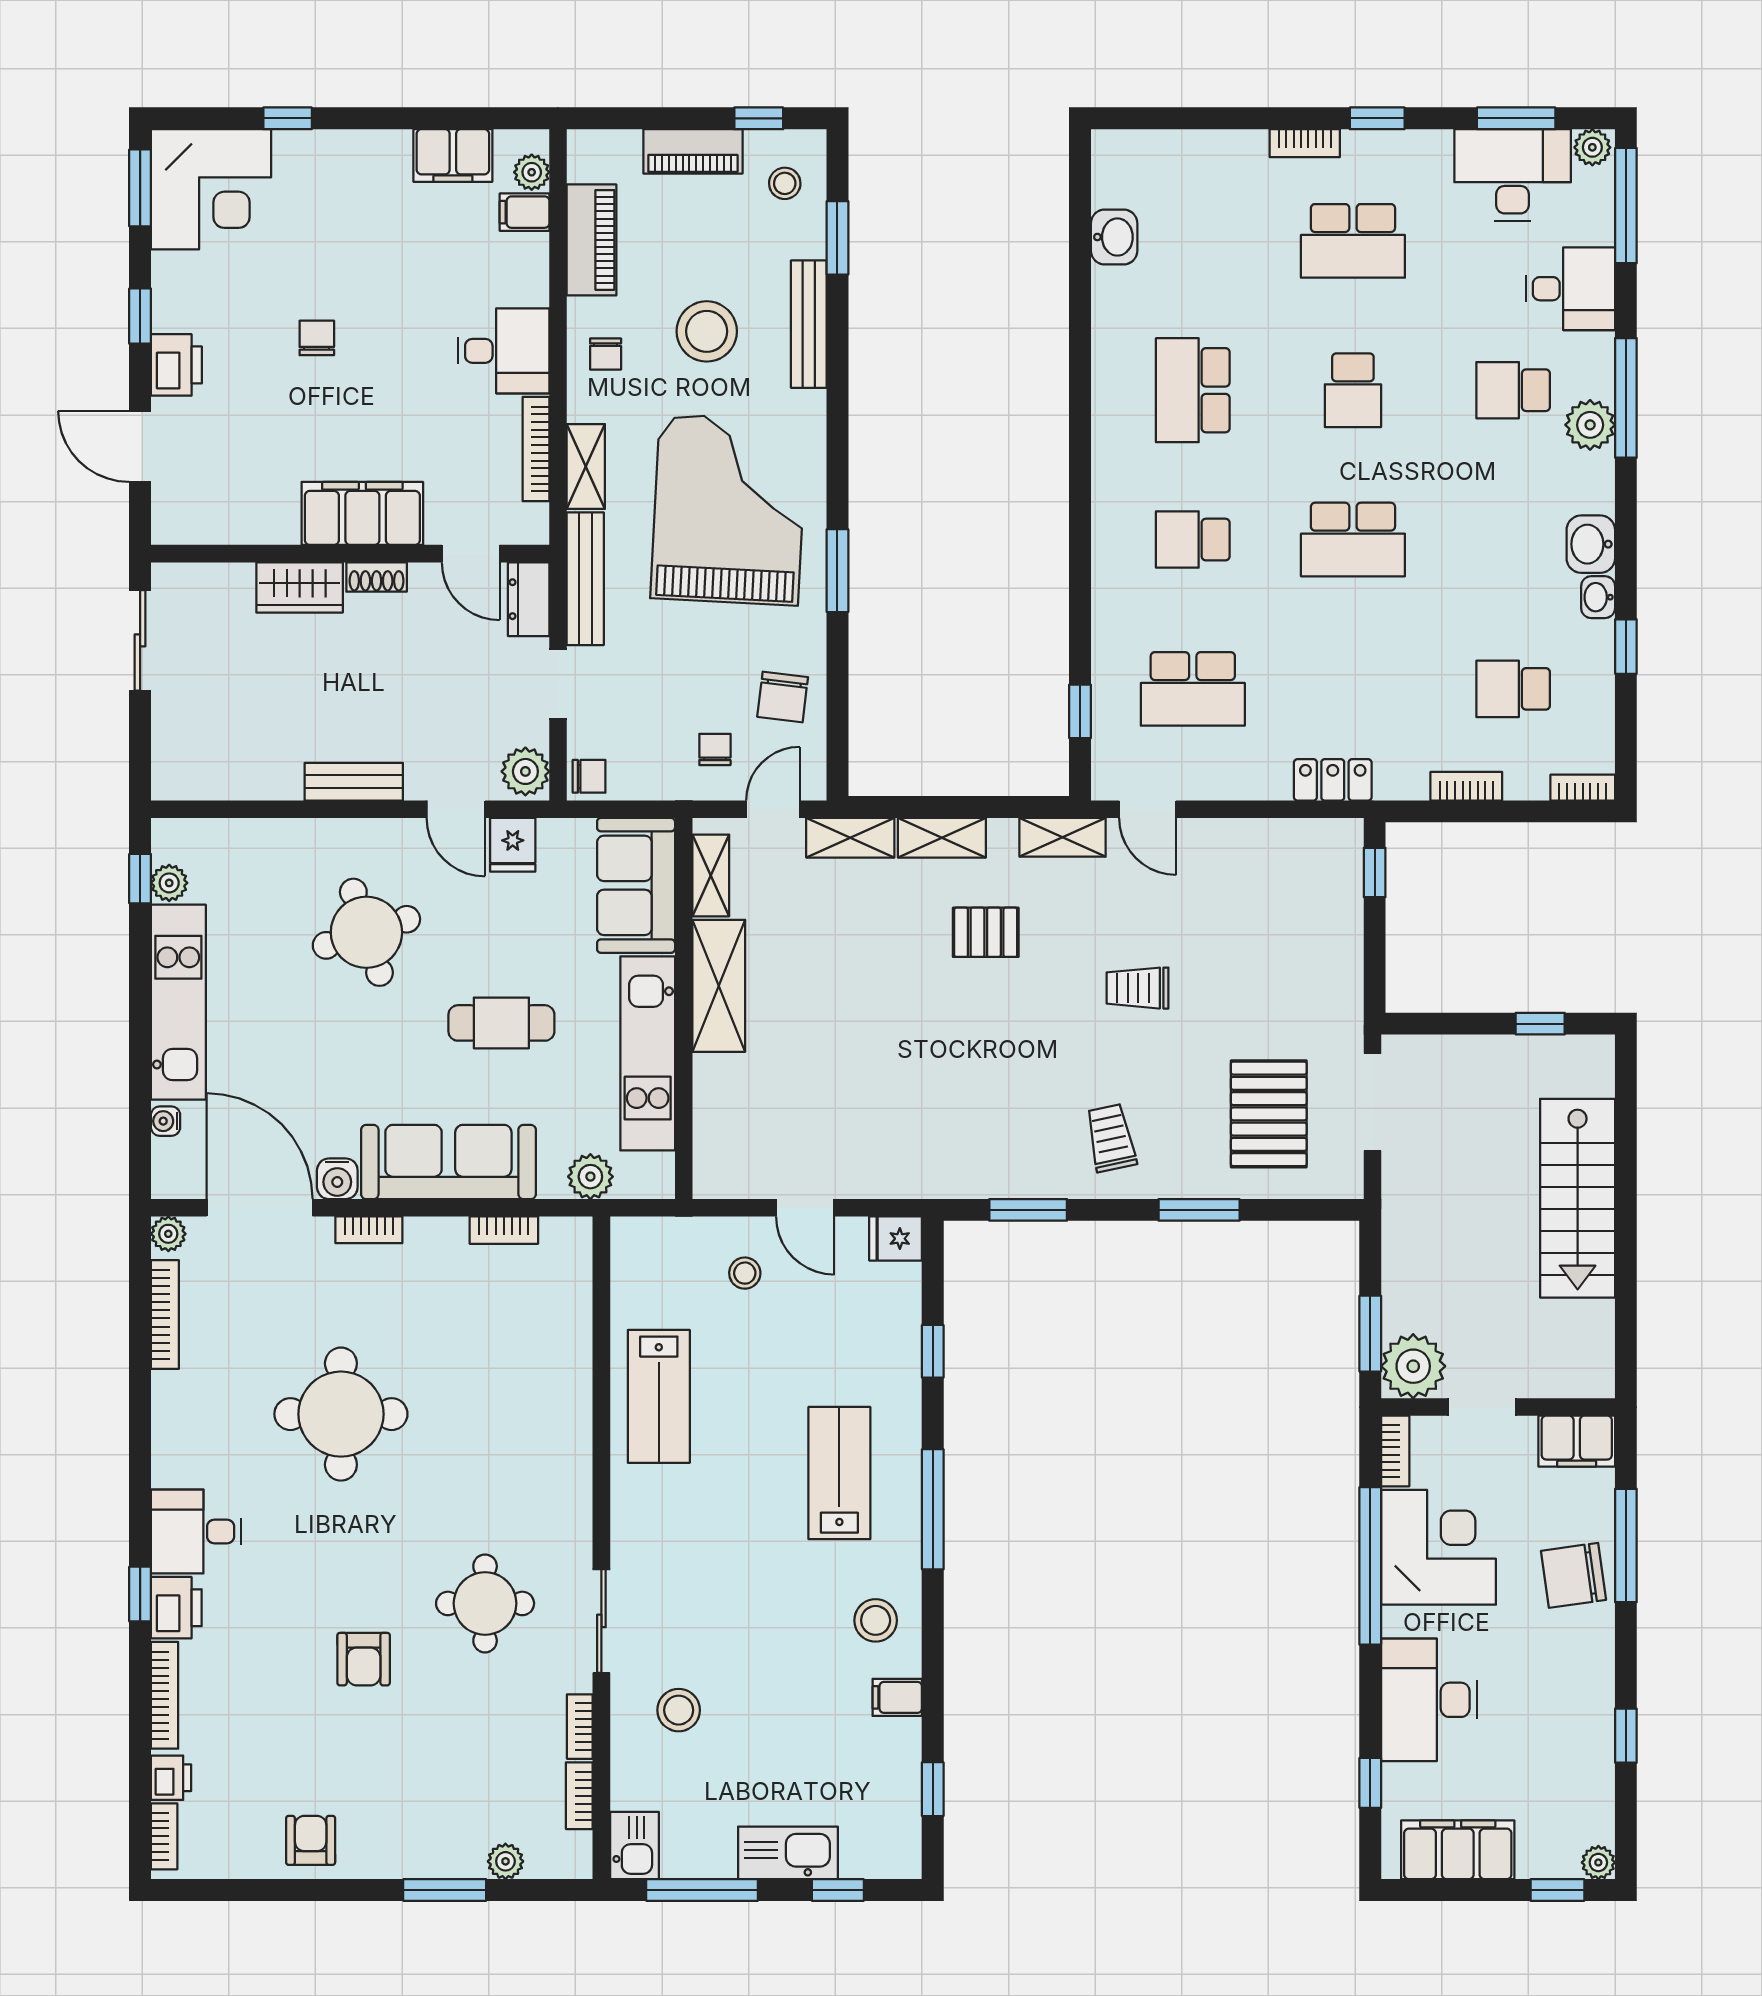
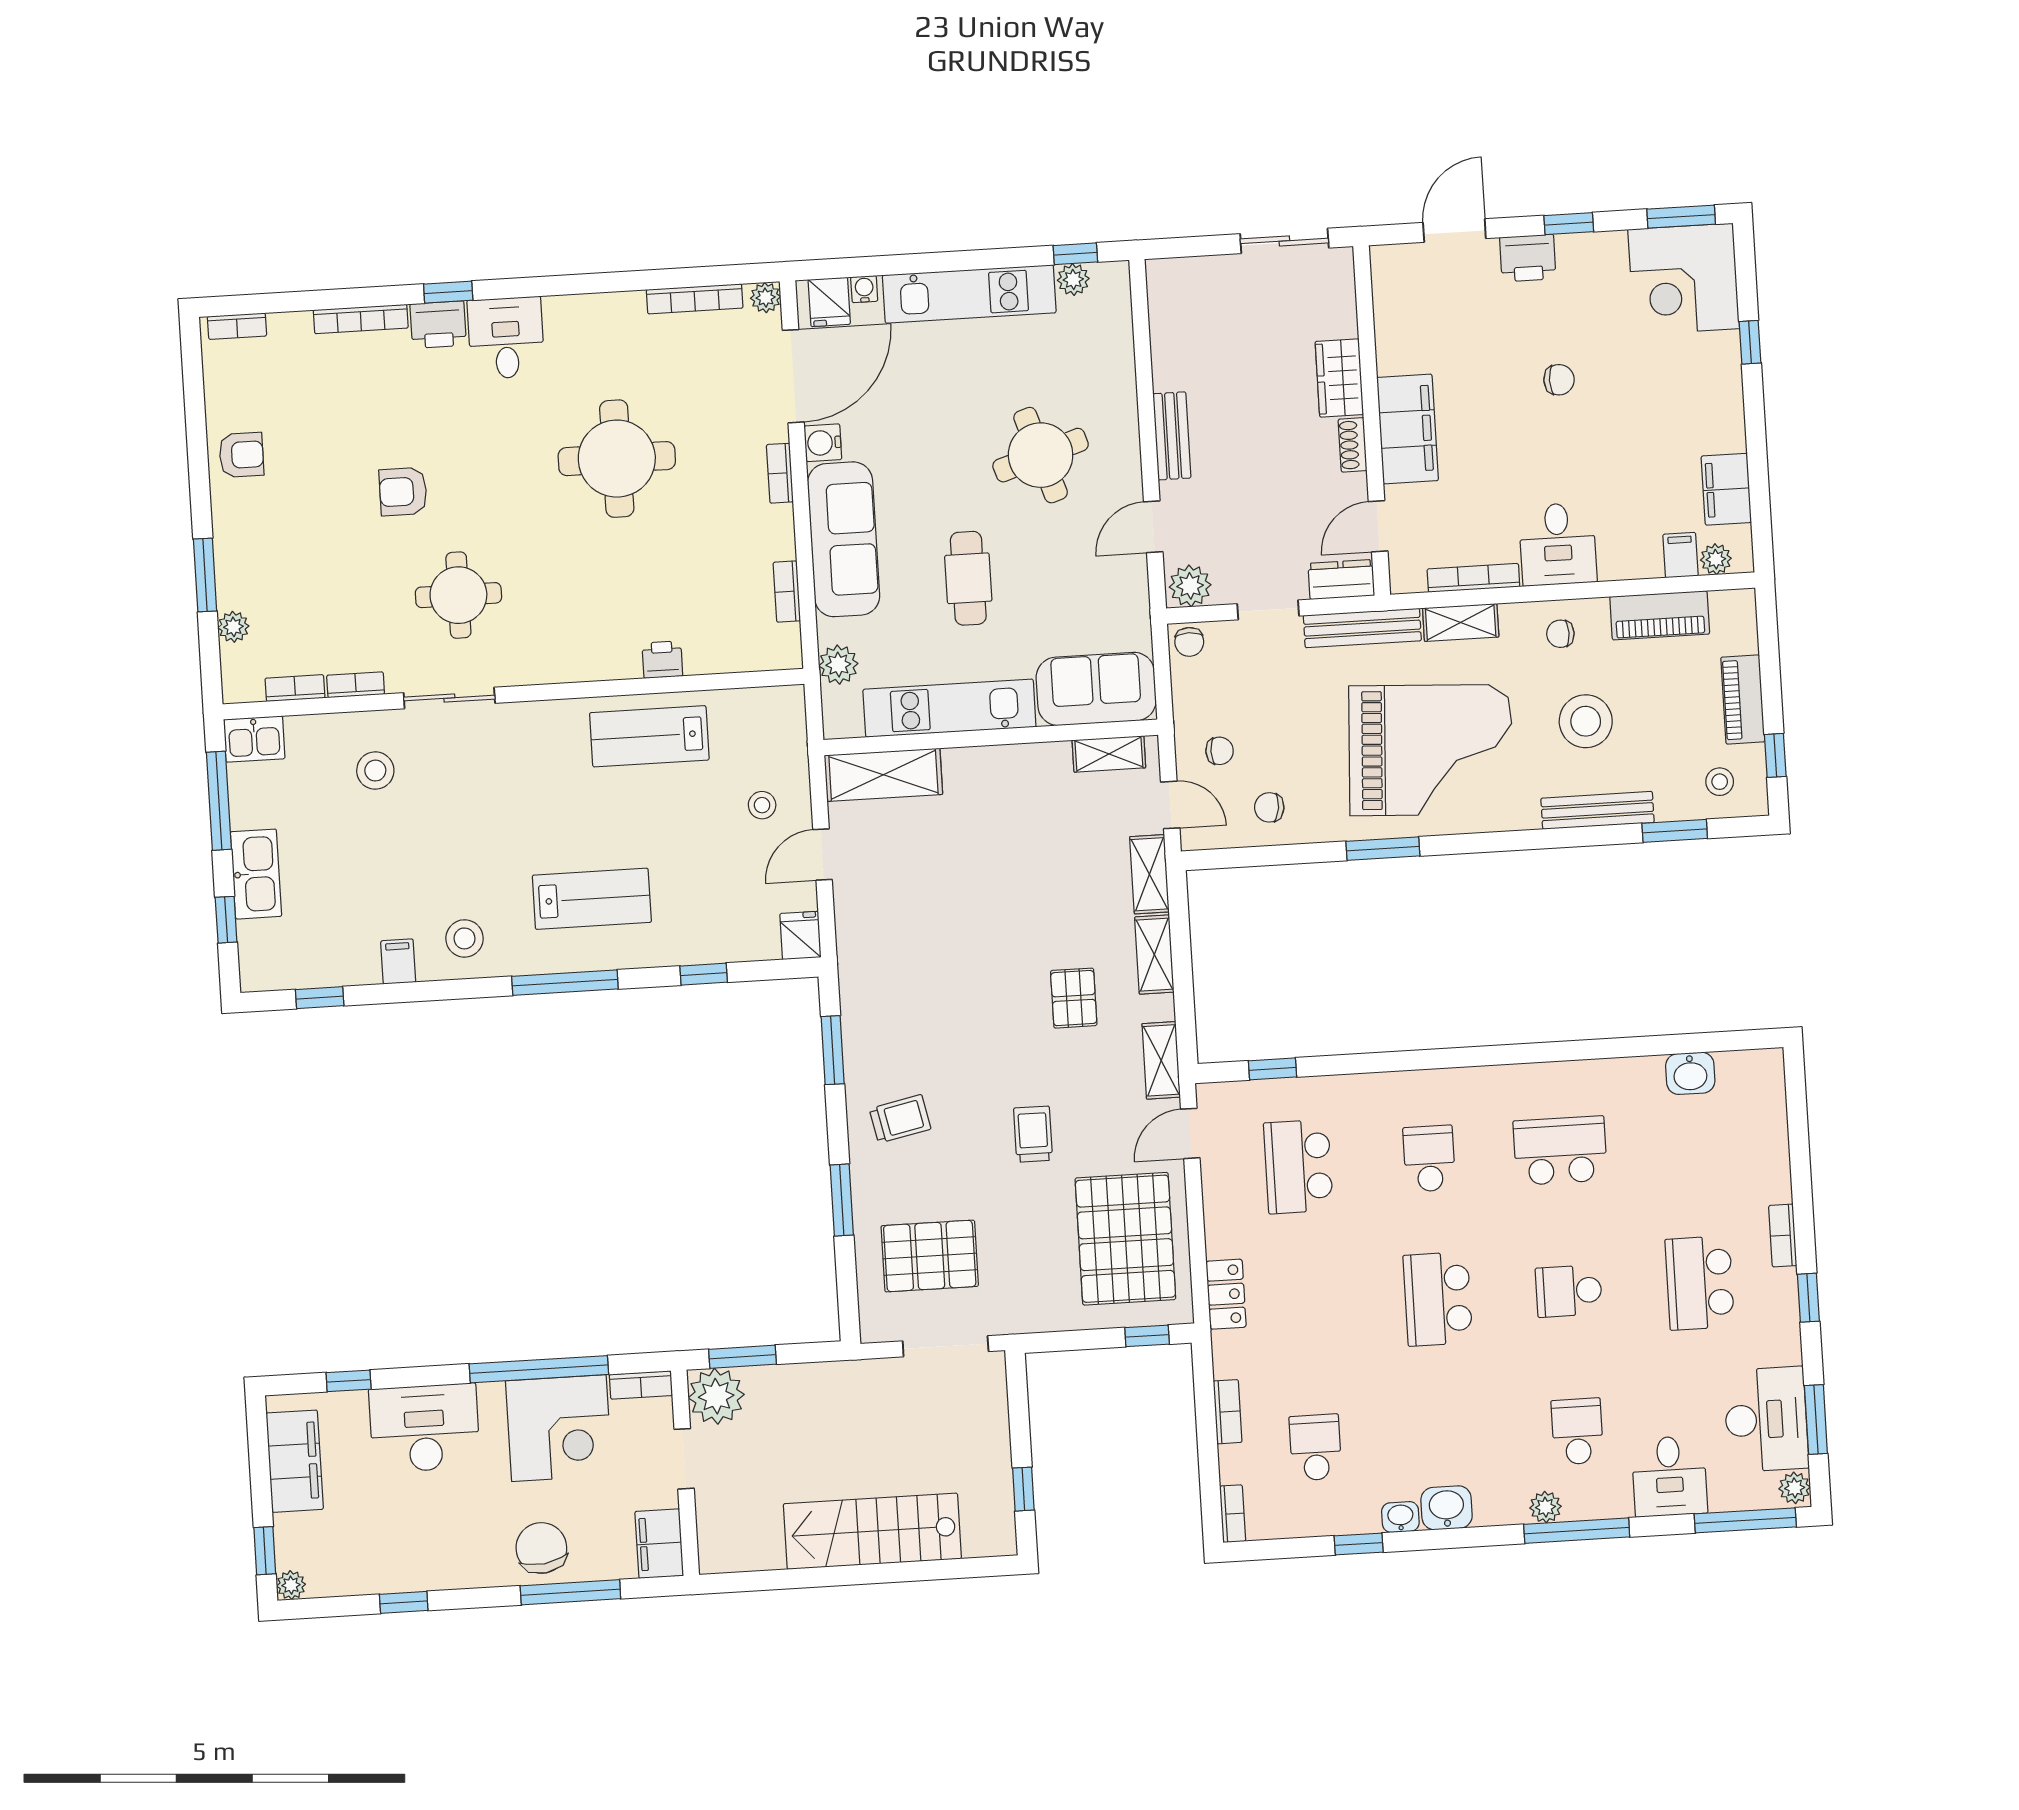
plant: (1590, 425) -> (1545, 1507), width x0.73, depth x0.73
chair: (783, 697) -> (1269, 807), width x0.73, depth x0.73
fridge: (513, 845) -> (829, 302), moved, turned -90
pallet: (1263, 890) -> (1125, 1239), added
shelving: (719, 986) -> (883, 775), moved
printer: (171, 1778) -> (662, 660), moved, turned 180

